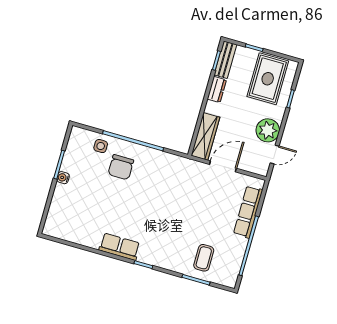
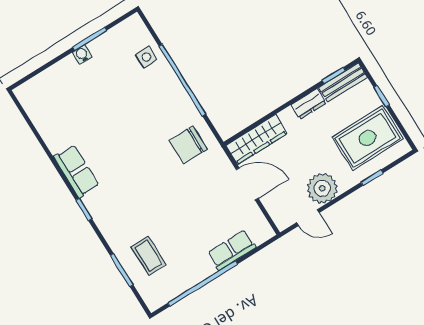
chair: (121, 167) -> (188, 145), moved
row of seats: (248, 212) -> (232, 250), width x0.68
coffee table: (204, 258) -> (148, 256), turned 90

